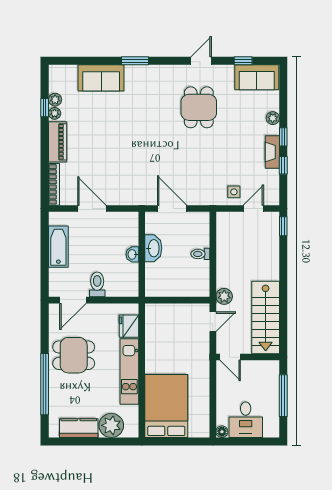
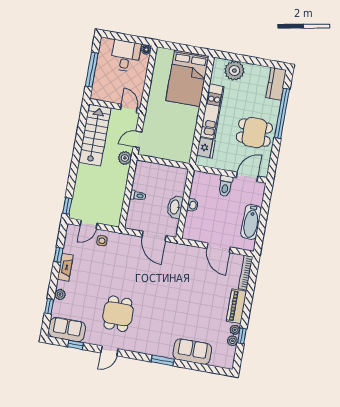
window: (283, 137) -> (49, 306), moved
kitchen counter: (79, 428) -> (276, 84), moved, turned 90

